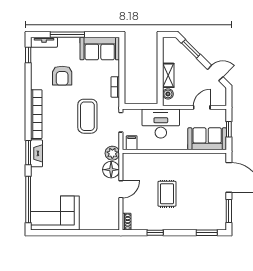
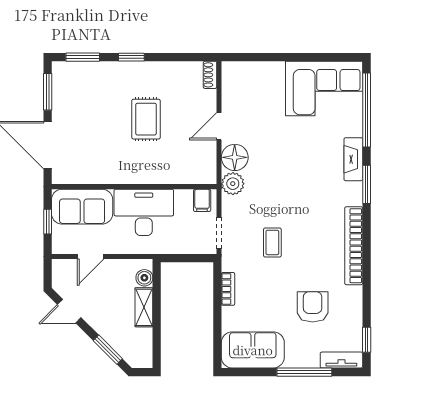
coffee table: (87, 116) -> (272, 242), width x0.54, depth x0.58
desk: (161, 123) -> (144, 212), moved, turned 180
fireplace: (37, 153) -> (353, 159), moved
window: (155, 233) -> (131, 57), moved

